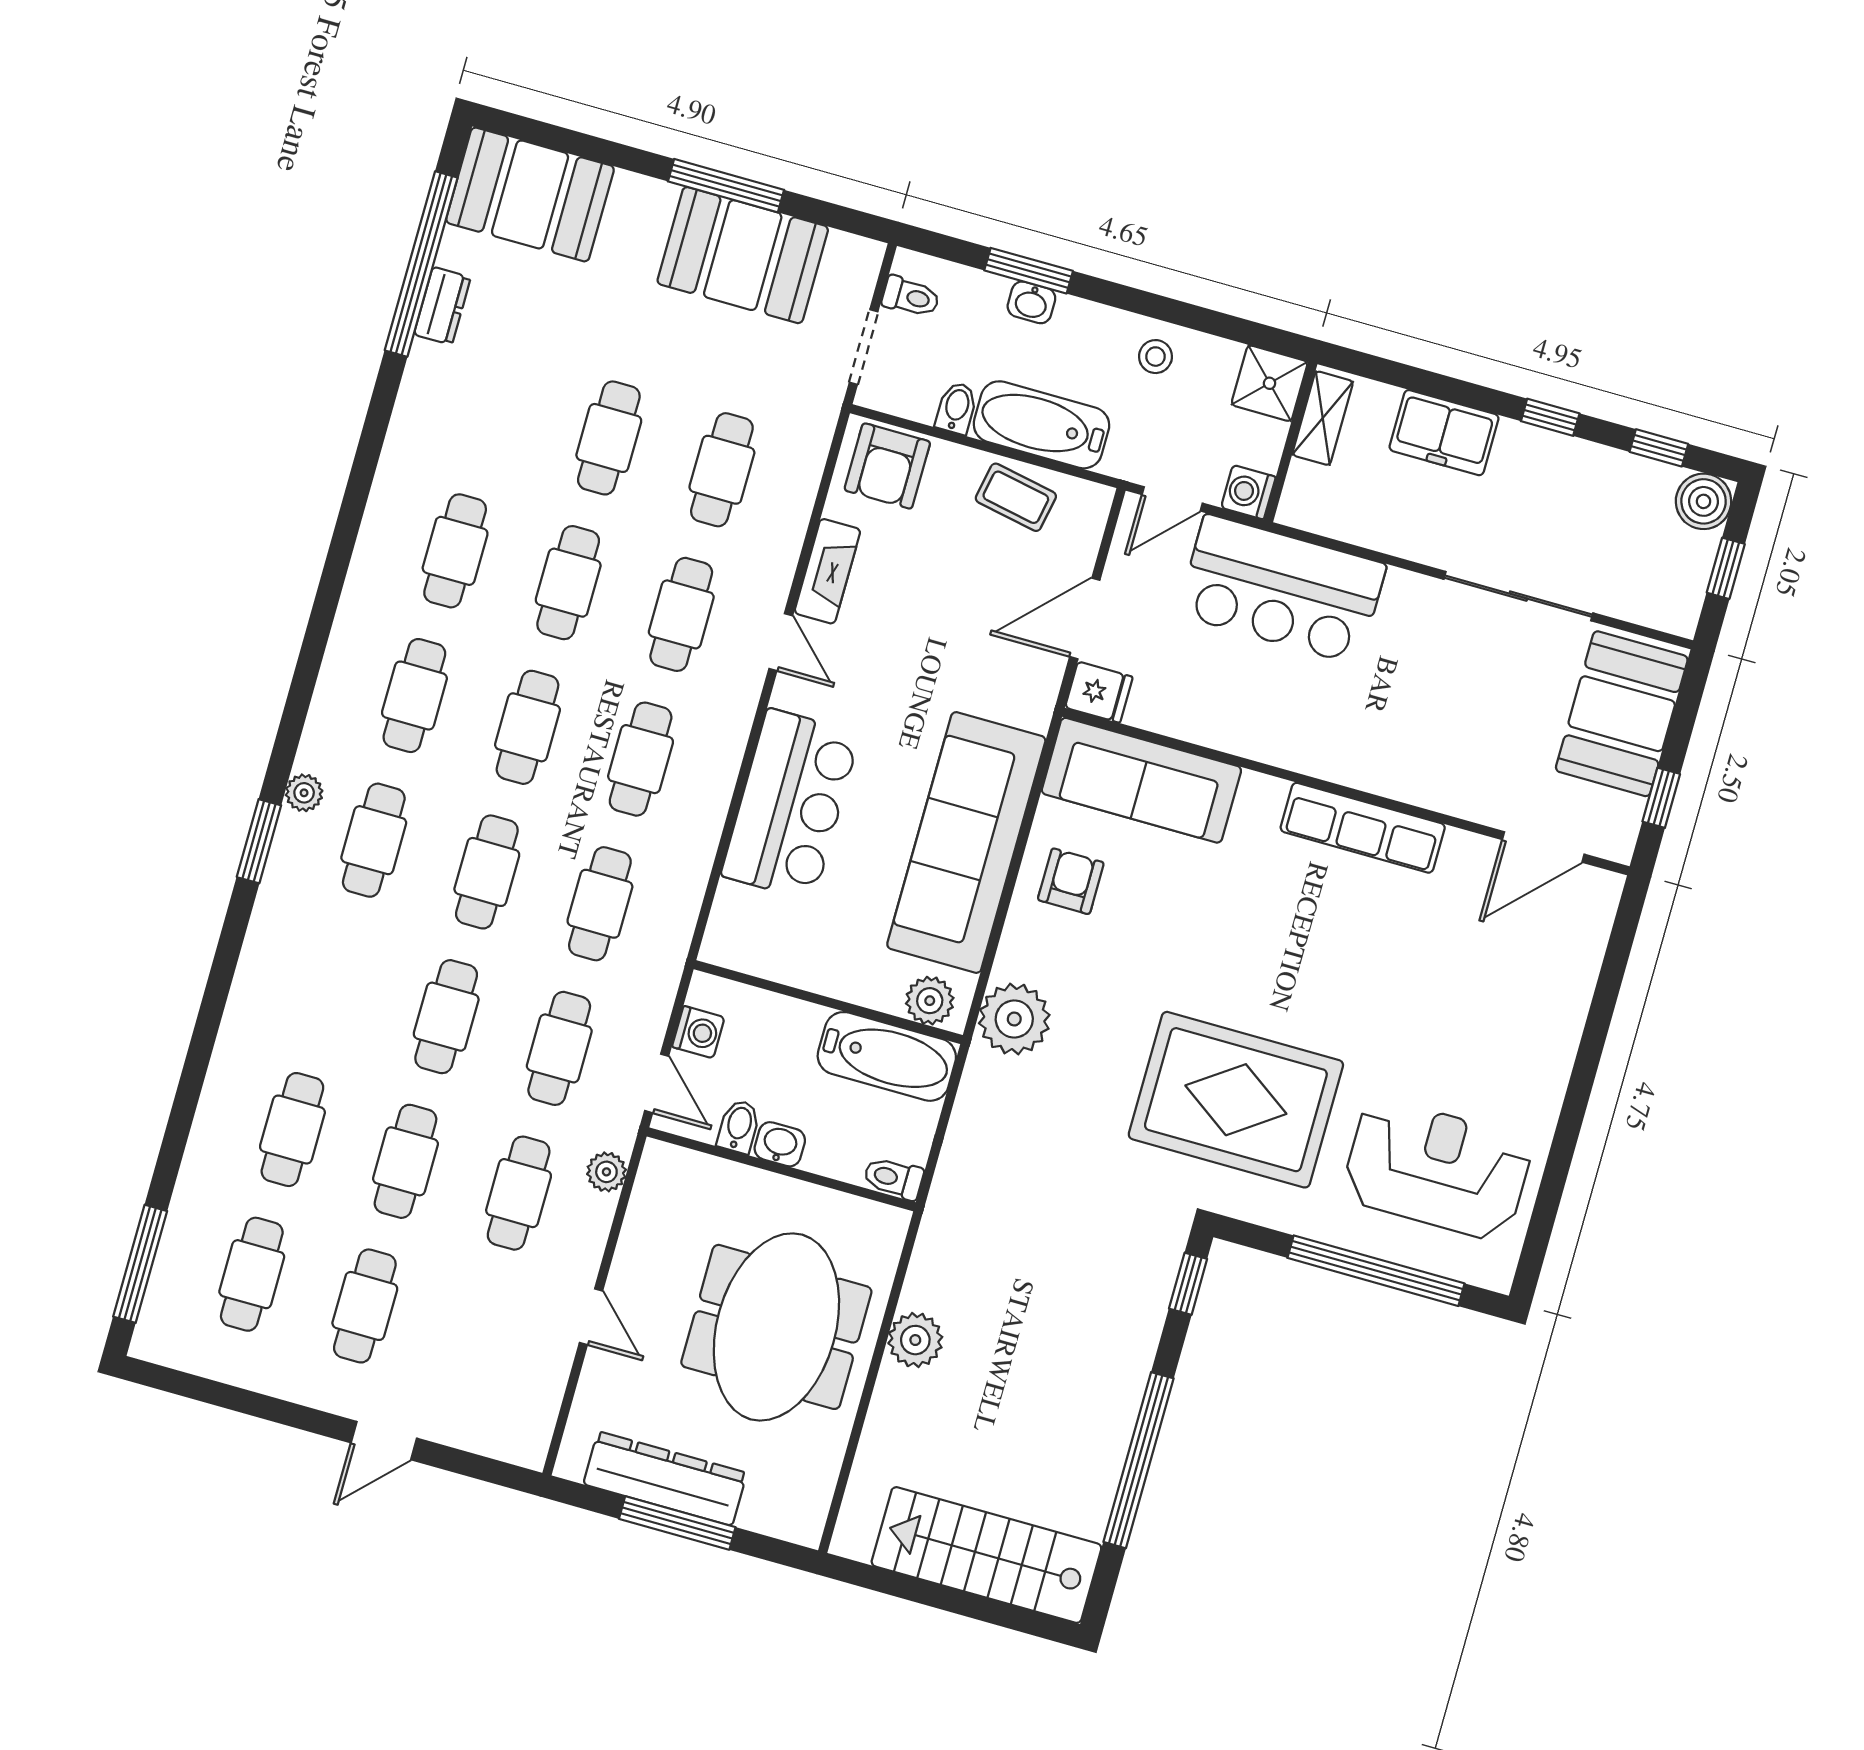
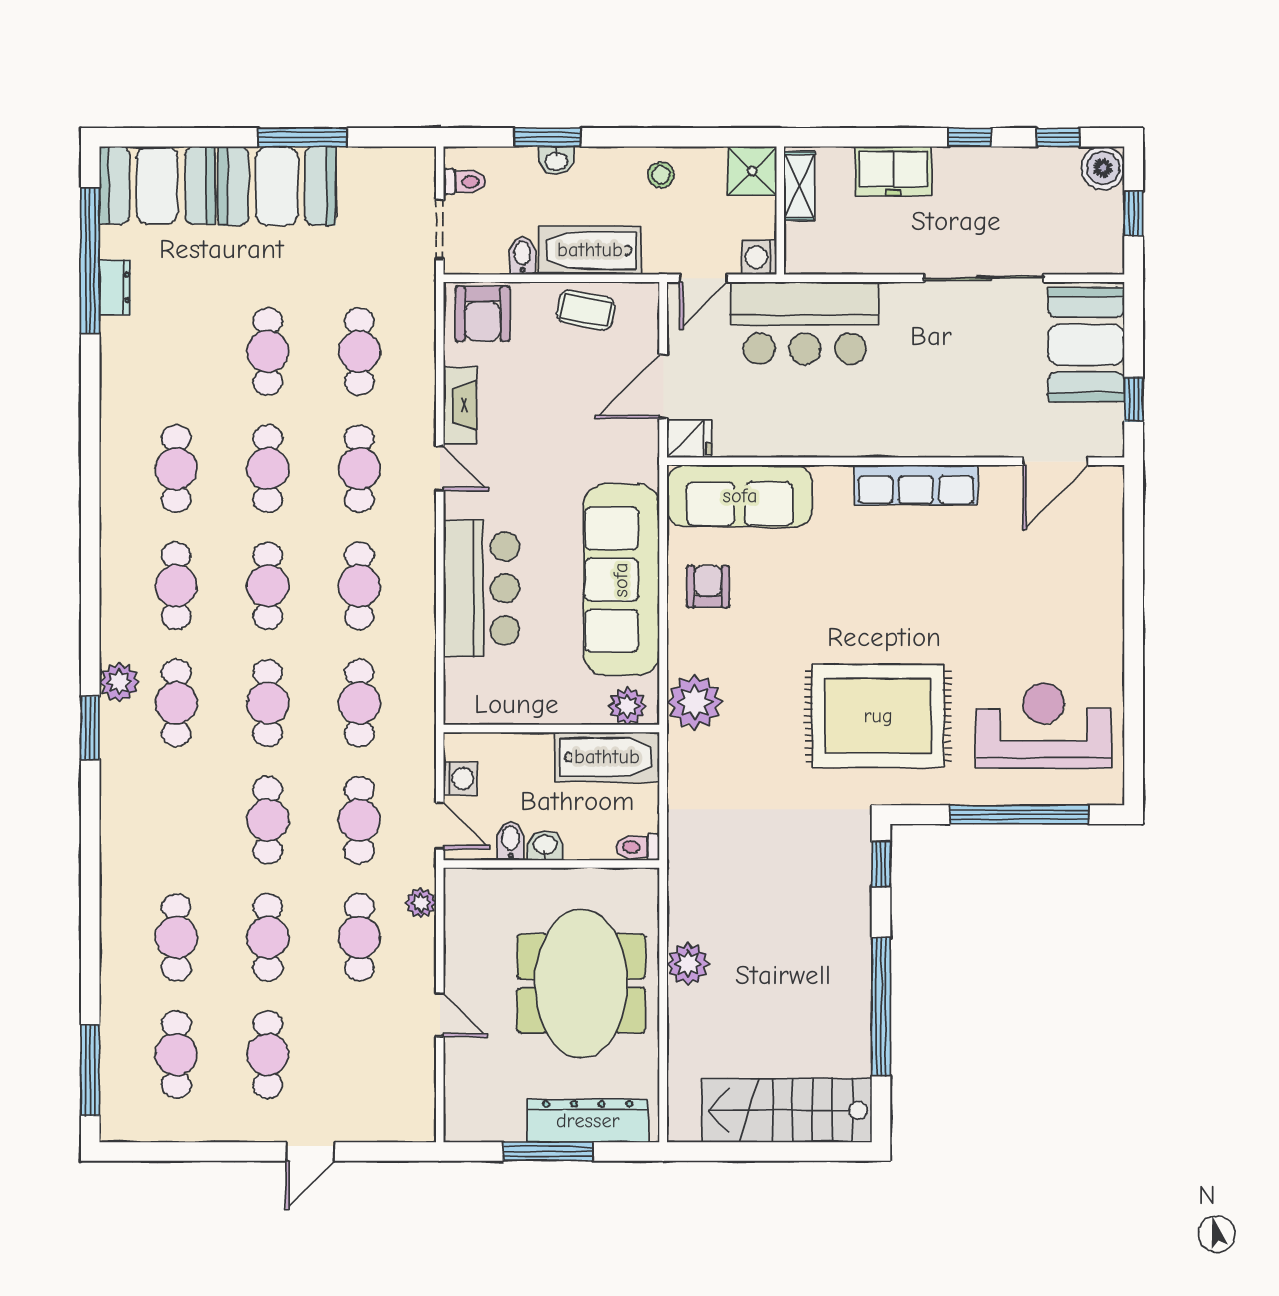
booth: (743, 255) -> (277, 186), moved
plant: (304, 793) -> (119, 682), width x1.38, depth x1.38
dresser: (665, 1479) -> (588, 1121), moved

